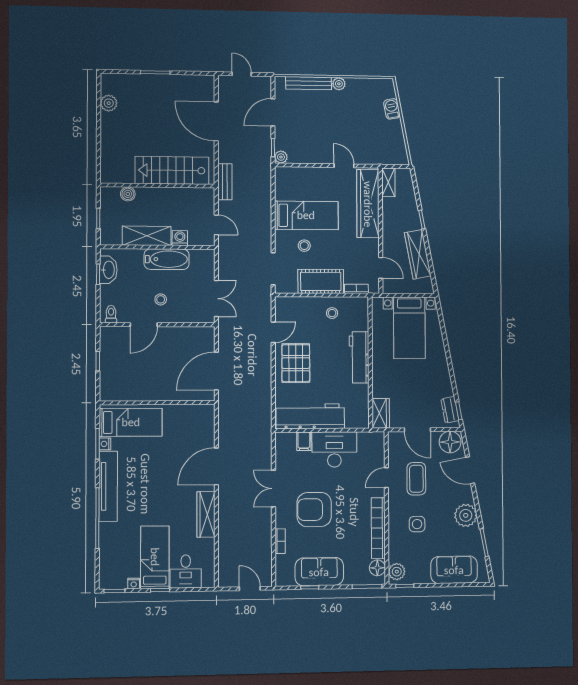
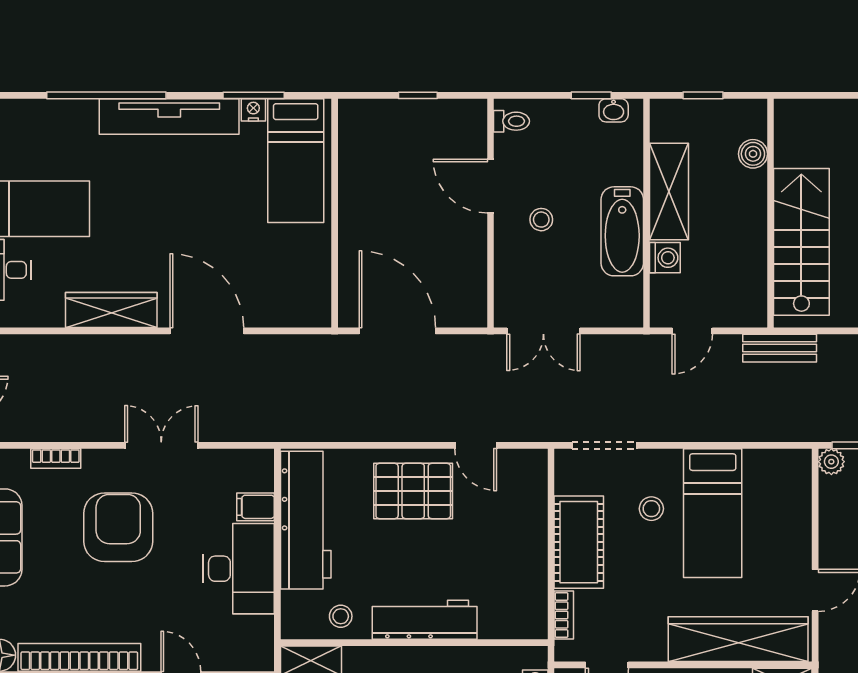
washbasin: (108, 270) -> (614, 110), width x0.52, depth x0.69
stool: (332, 313) -> (341, 616), moved

